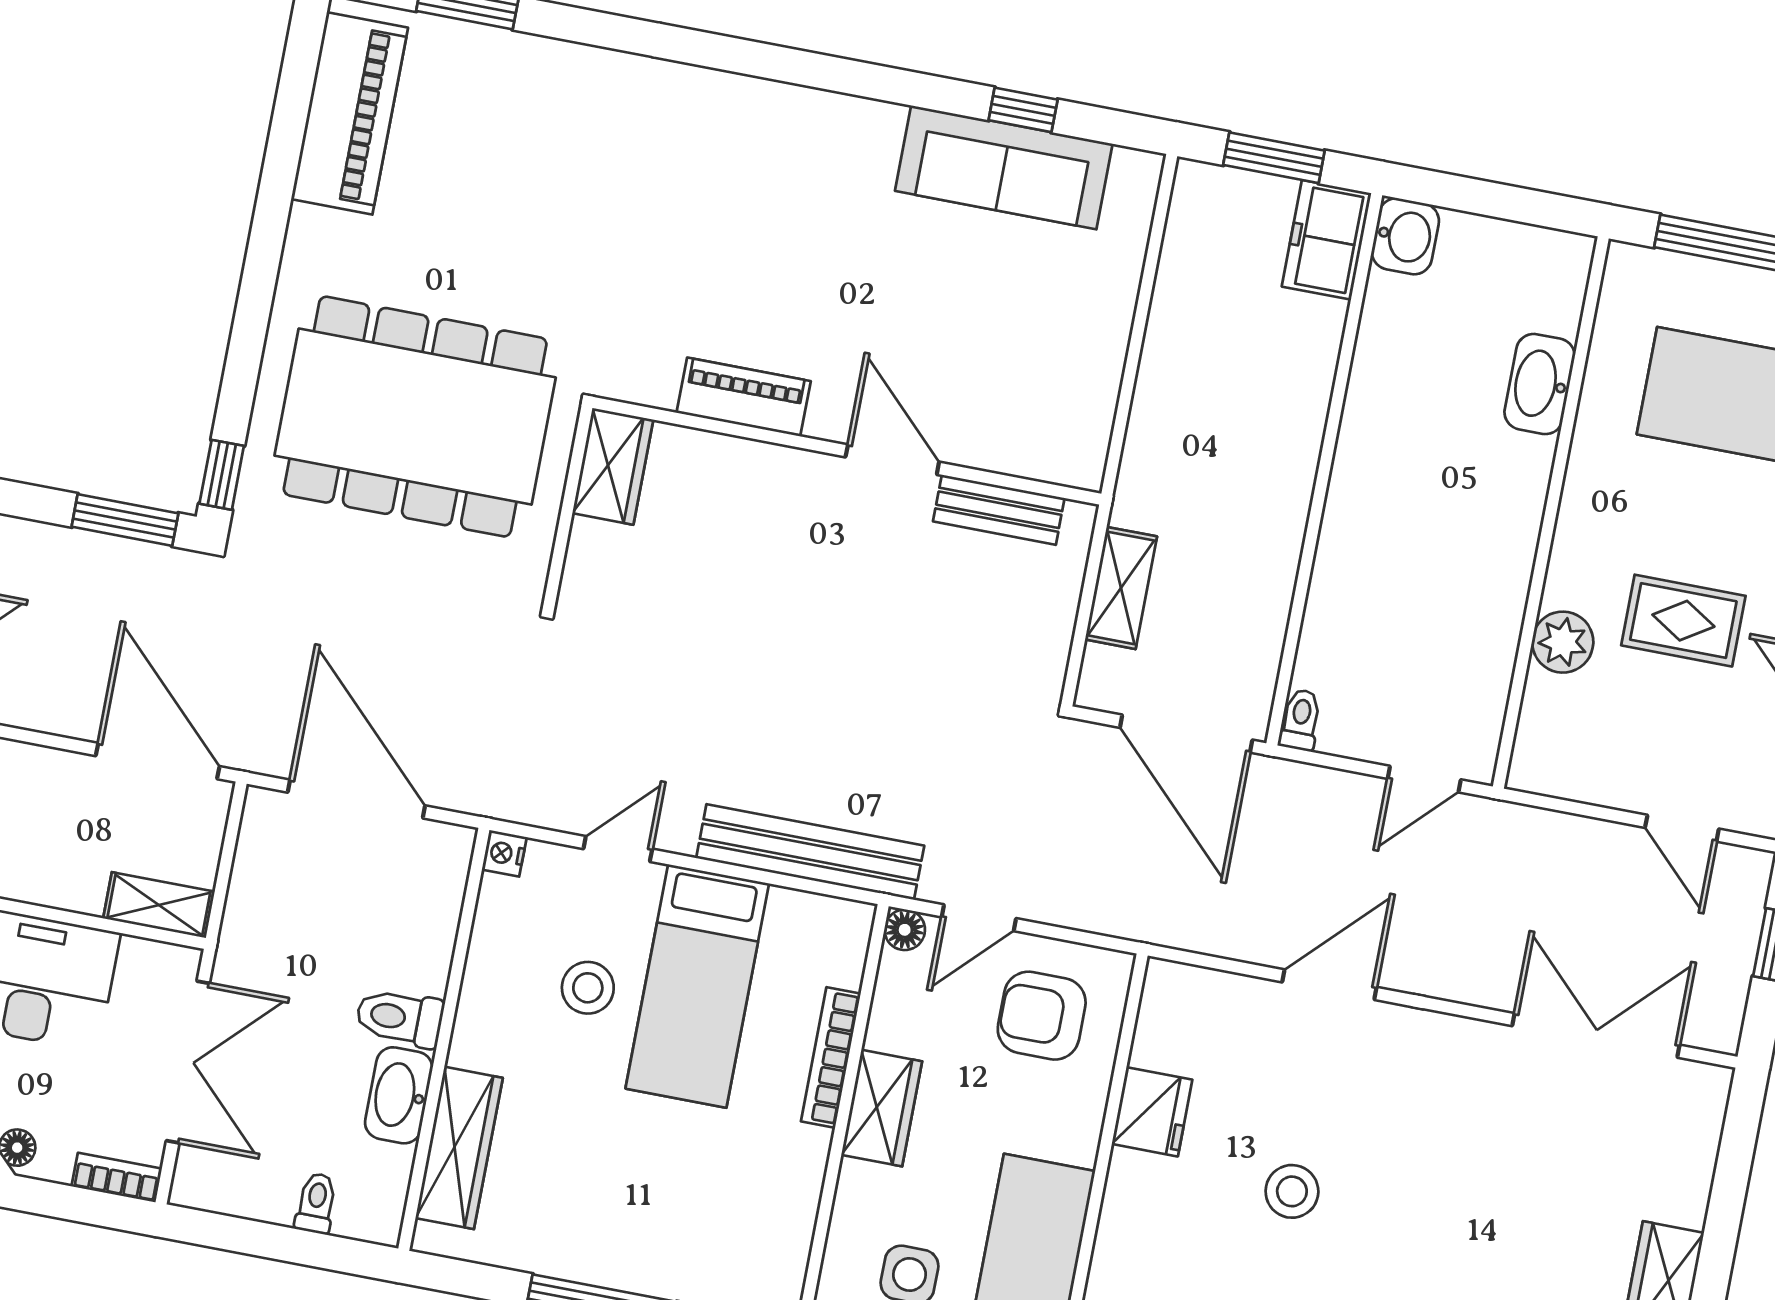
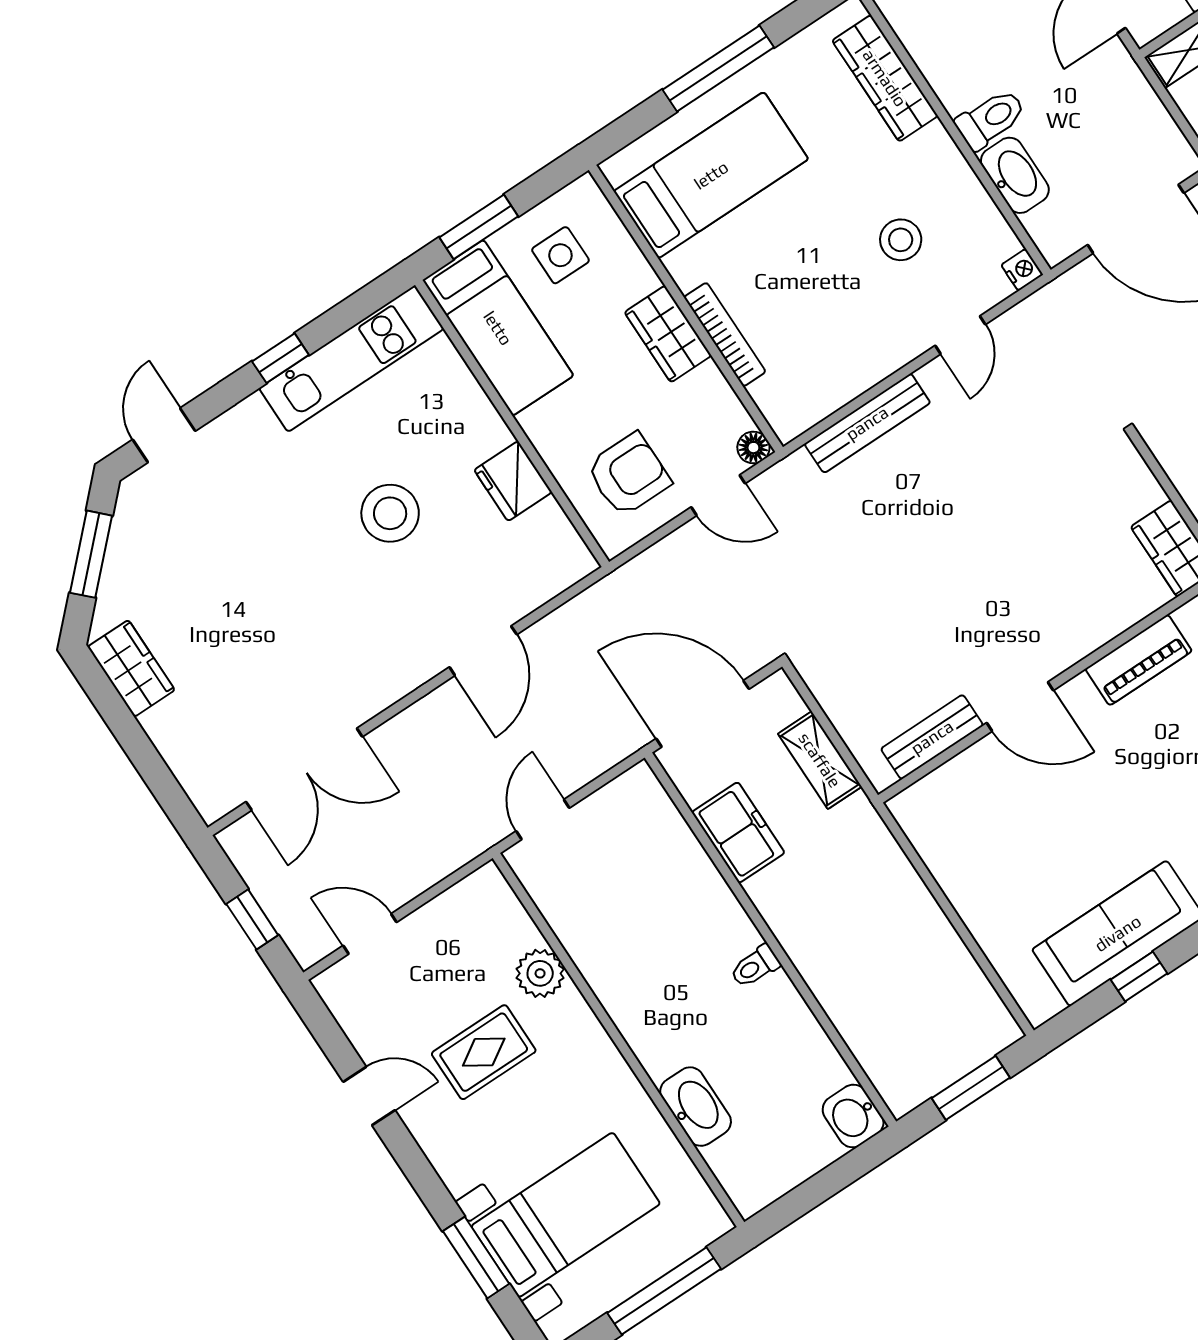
freezer: (1326, 240) -> (738, 833), moved
toilet: (1300, 720) -> (755, 966), moved, turned 90
bench: (810, 852) -> (867, 423), width x0.73, depth x0.82
door: (979, 918) -> (718, 495), swing flipped
bed: (697, 986) -> (711, 175), moved, turned 90
washbasin: (399, 1095) -> (1015, 175), moved
stool: (1292, 1191) -> (390, 513), width x1.38, depth x1.38

